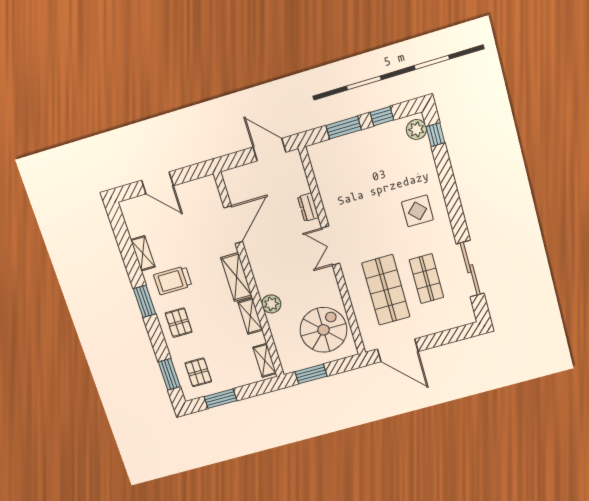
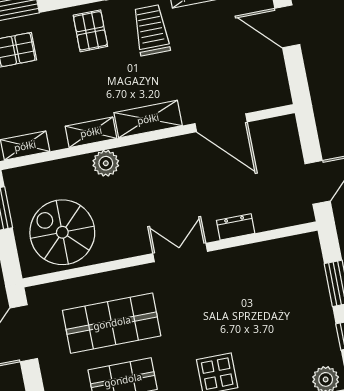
door: (157, 183) -> (287, 26), hinge flipped
pallet: (179, 323) -> (90, 31), turned 90
spiral stairs: (324, 330) -> (62, 232), turned 180

